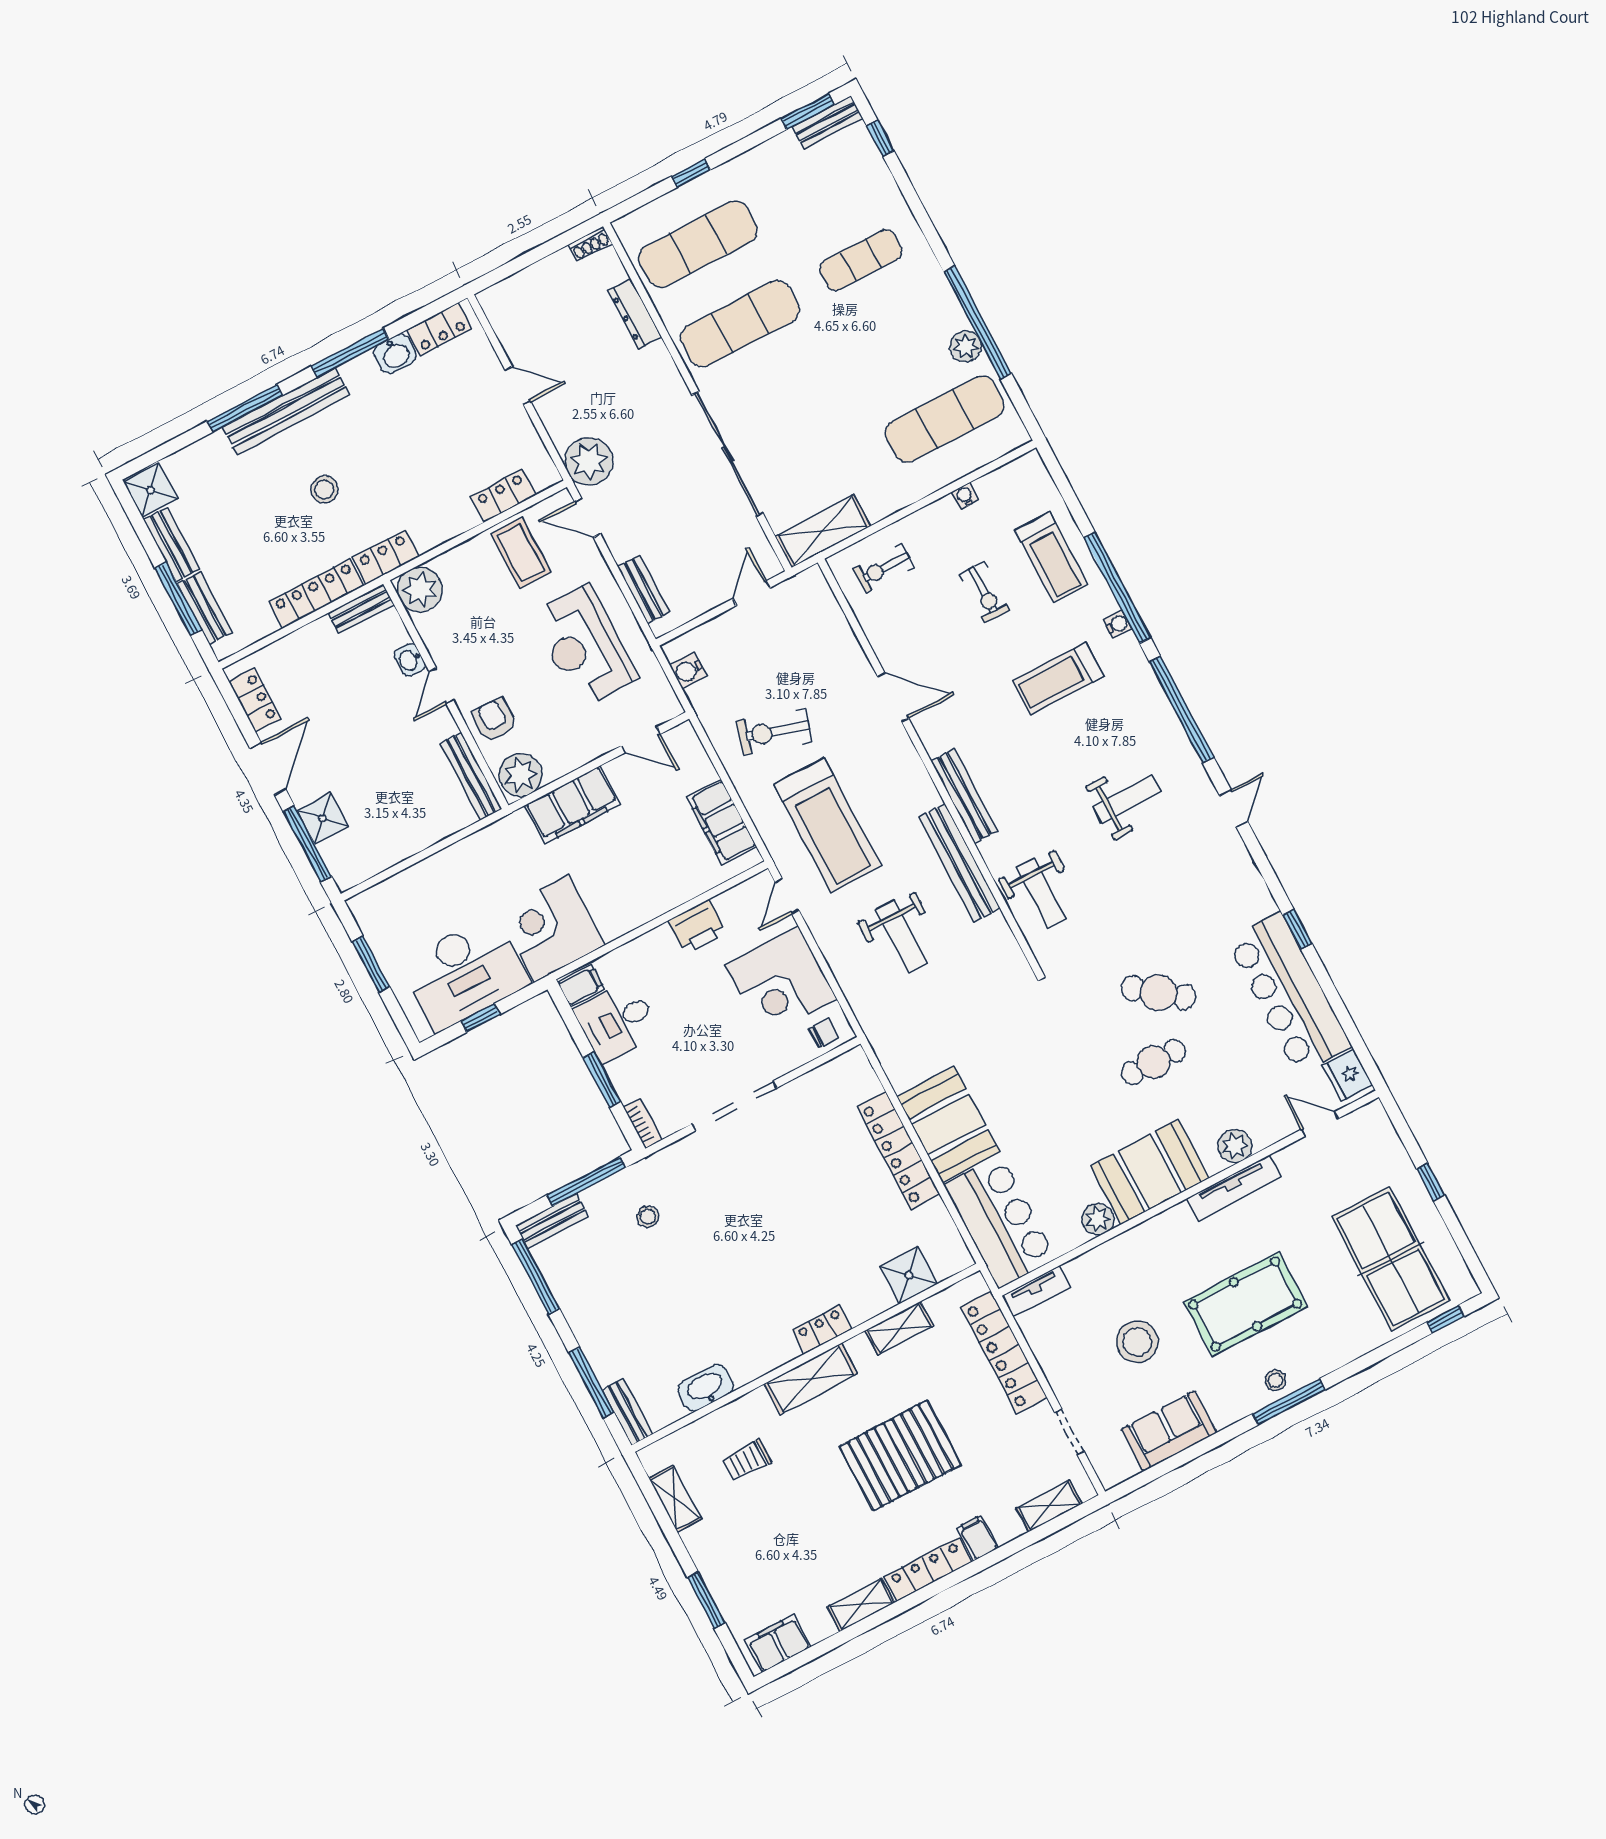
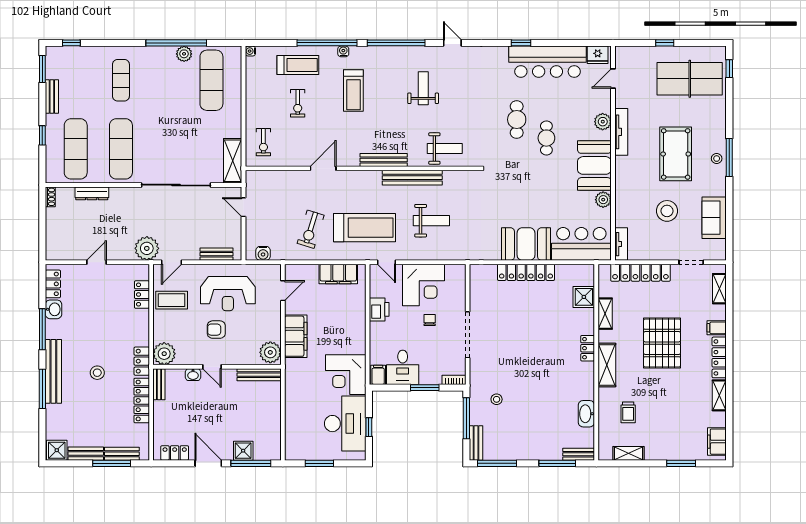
bench: (827, 122) -> (52, 96), moved
water cooler: (965, 496) -> (250, 51), moved
exercise bike: (984, 592) -> (298, 103), turned 90
armchair: (494, 720) -> (216, 330), moved
cafe table: (1159, 993) -> (517, 120), turned -38
chair: (824, 1033) -> (430, 320), moved

